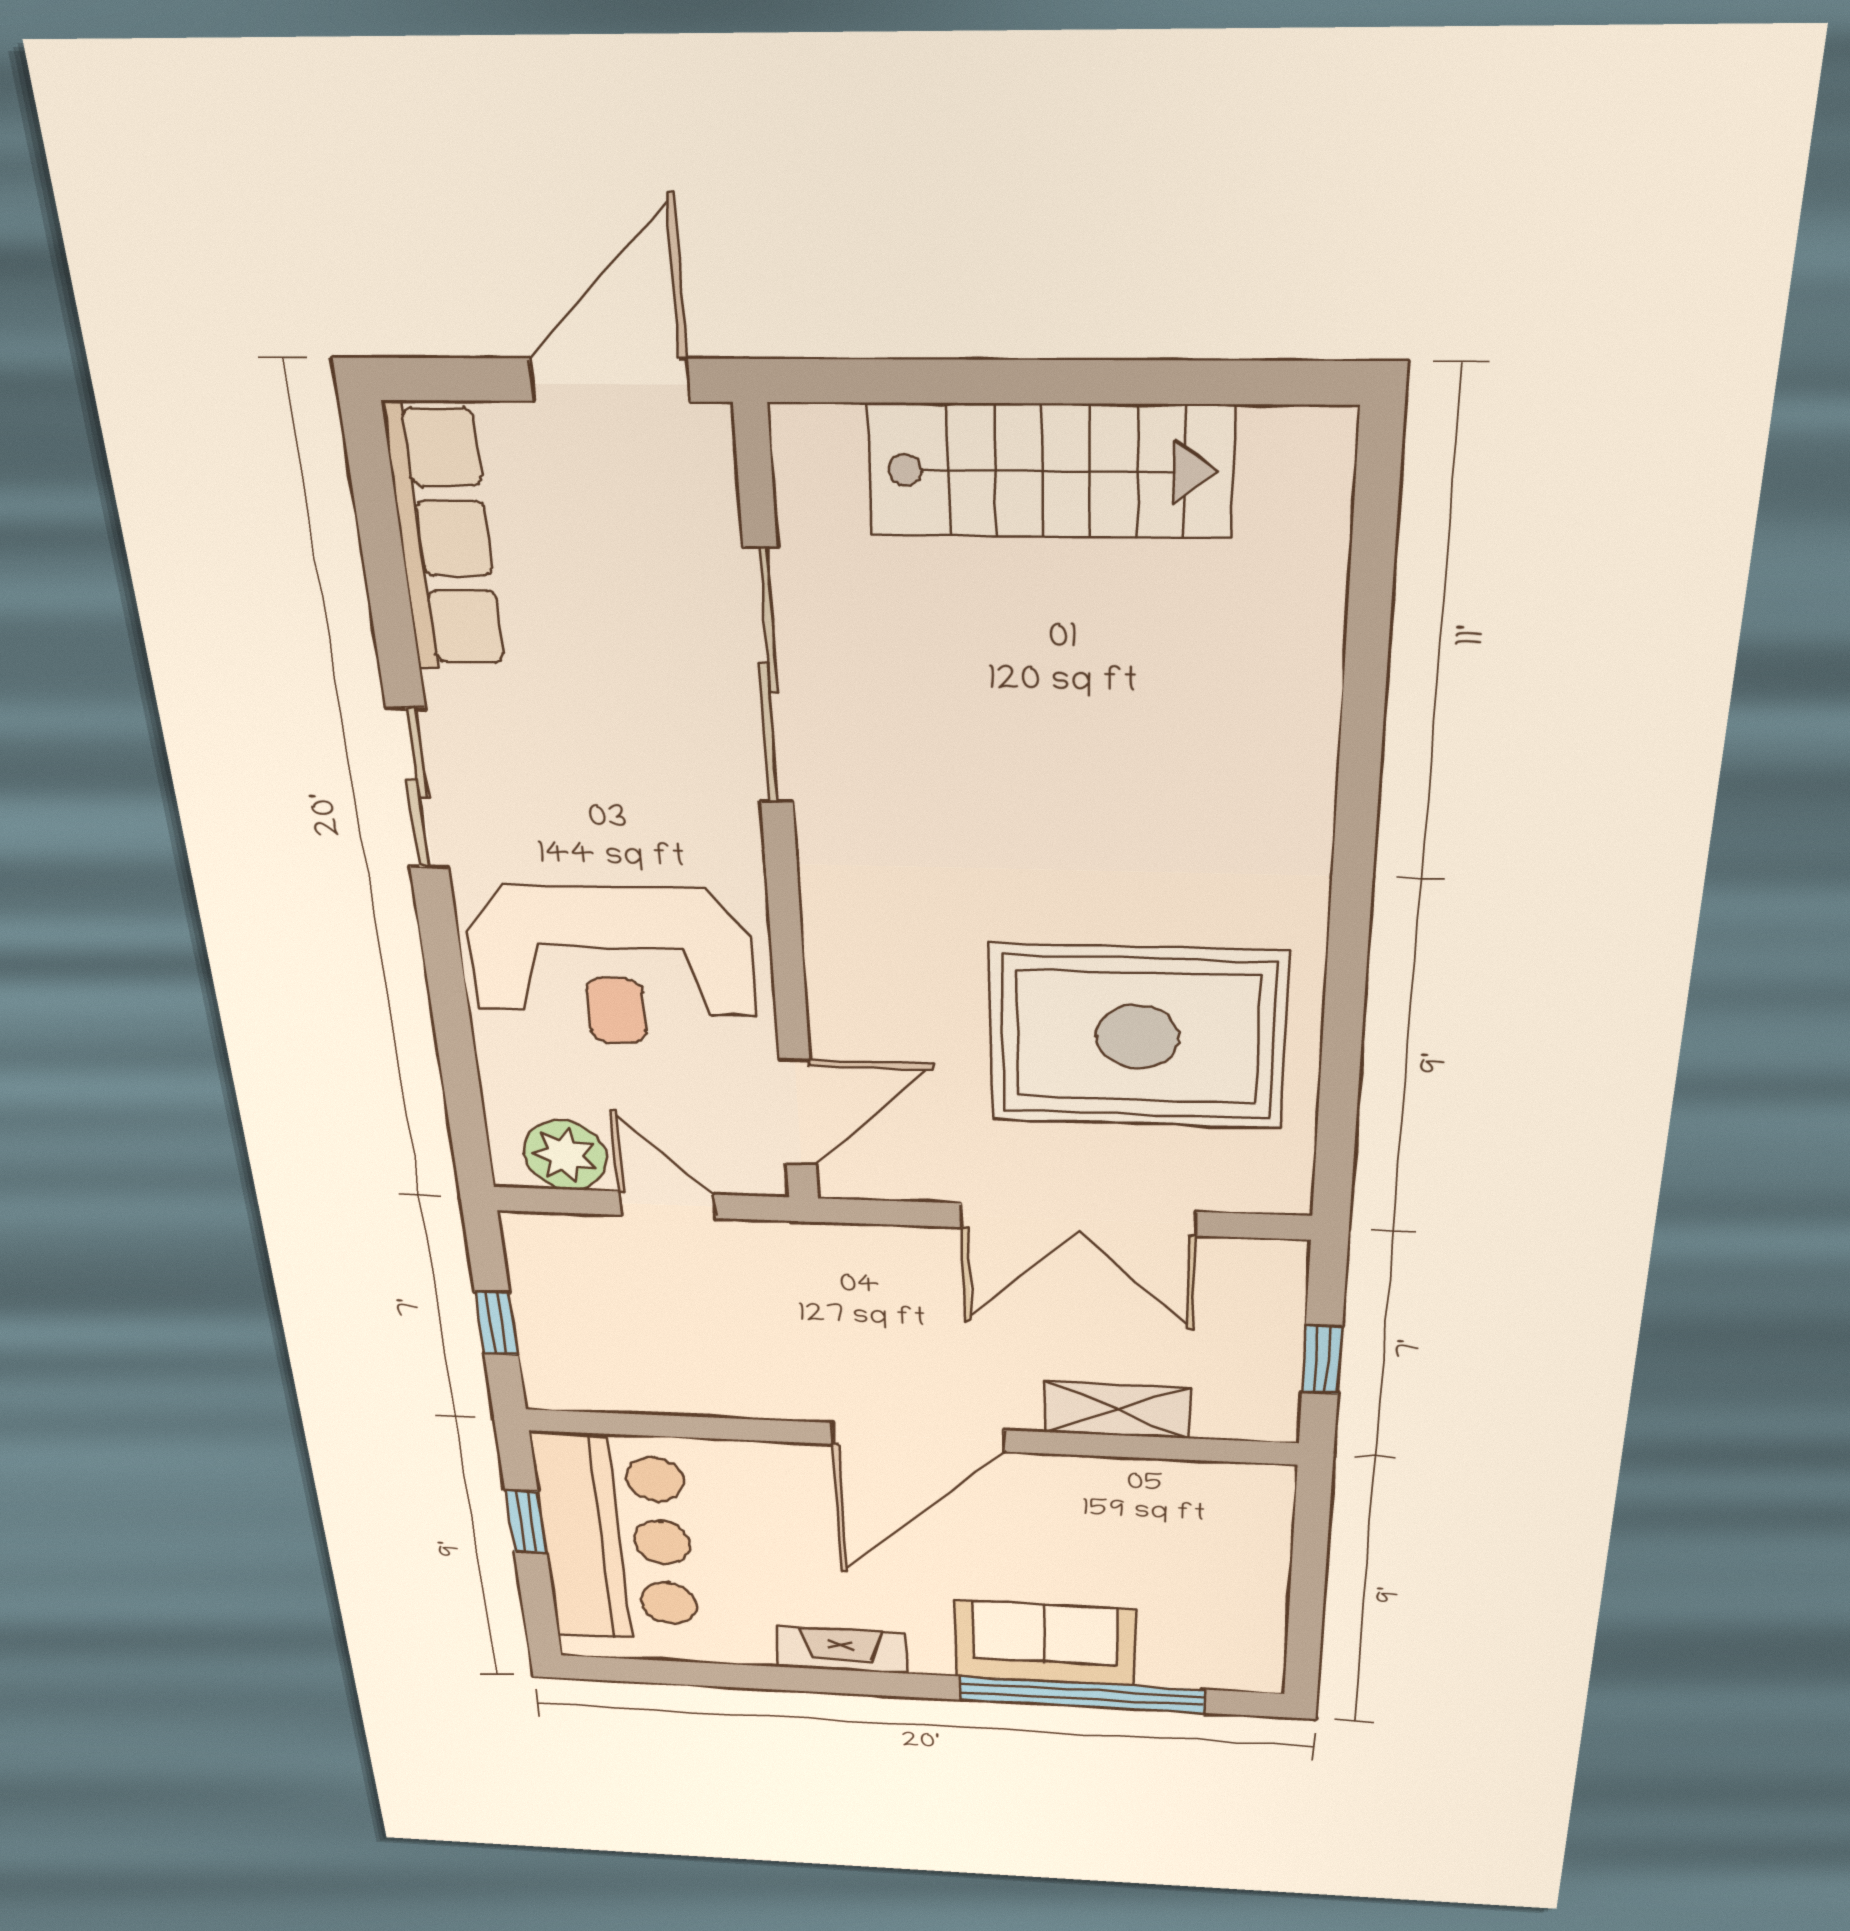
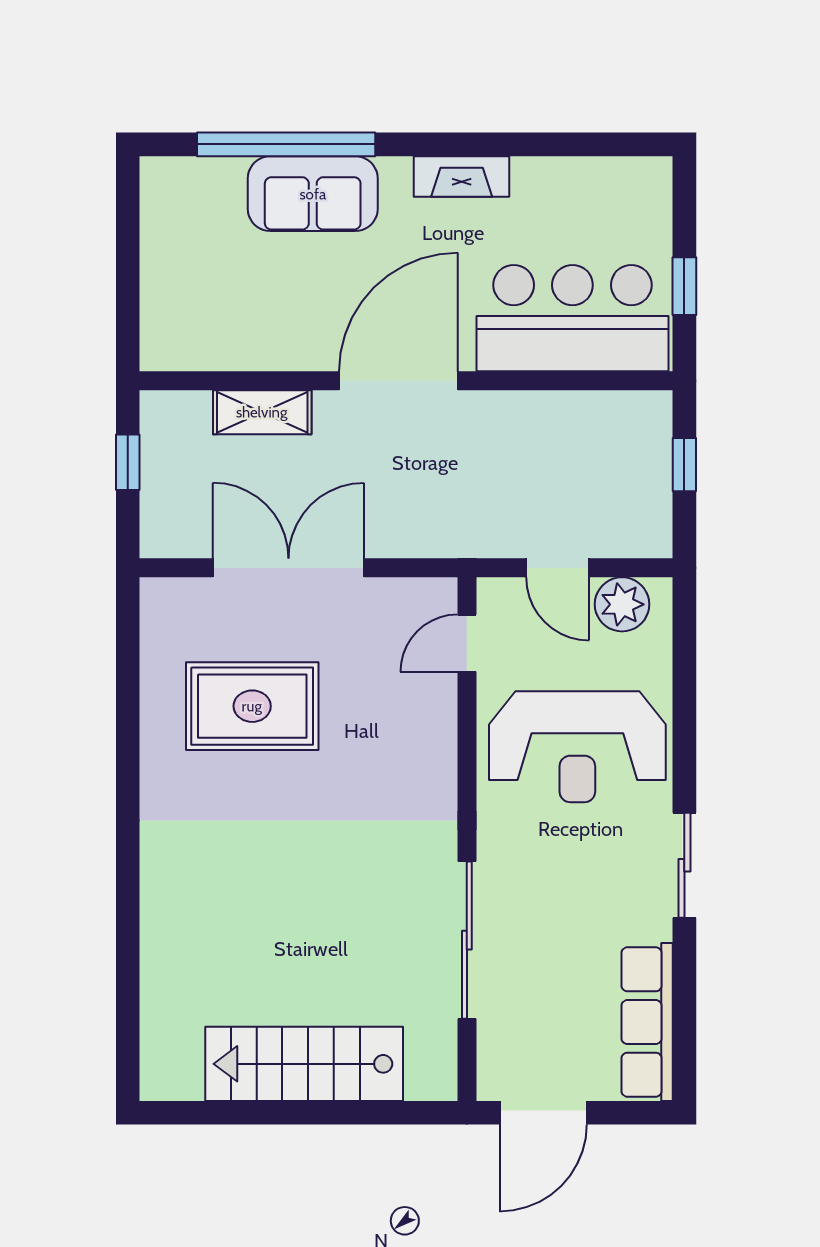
reception desk: (612, 966) -> (577, 747), turned 180
rug: (1138, 1037) -> (252, 706), width x0.73, depth x0.69
door: (798, 1112) -> (467, 643), width x0.73
bar counter: (617, 1540) -> (572, 318), moved, turned 90

